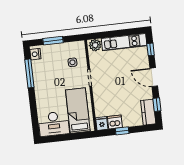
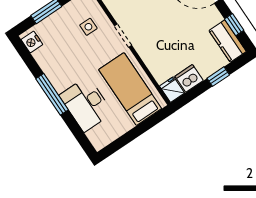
window: (29, 73) -> (52, 94), moved
desk: (54, 124) -> (86, 104), moved, turned 90
window: (122, 131) -> (218, 77), moved

